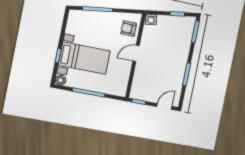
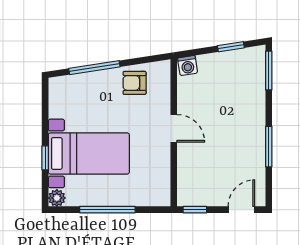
armchair: (129, 29) -> (135, 83), moved
door: (136, 53) -> (174, 128), swing flipped

